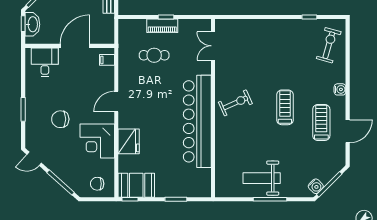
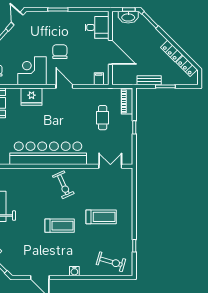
piano: (162, 26) -> (127, 101), moved
chair: (60, 119) -> (60, 52), moved
treadmill: (321, 123) -> (101, 217), moved

